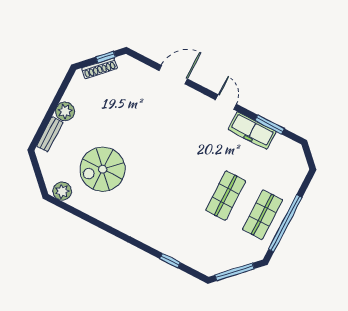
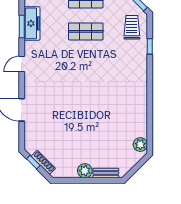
freezer: (252, 131) -> (32, 23), moved
spiral stairs: (103, 169) -> (111, 125), removed
trolley: (203, 251) -> (132, 27), added

